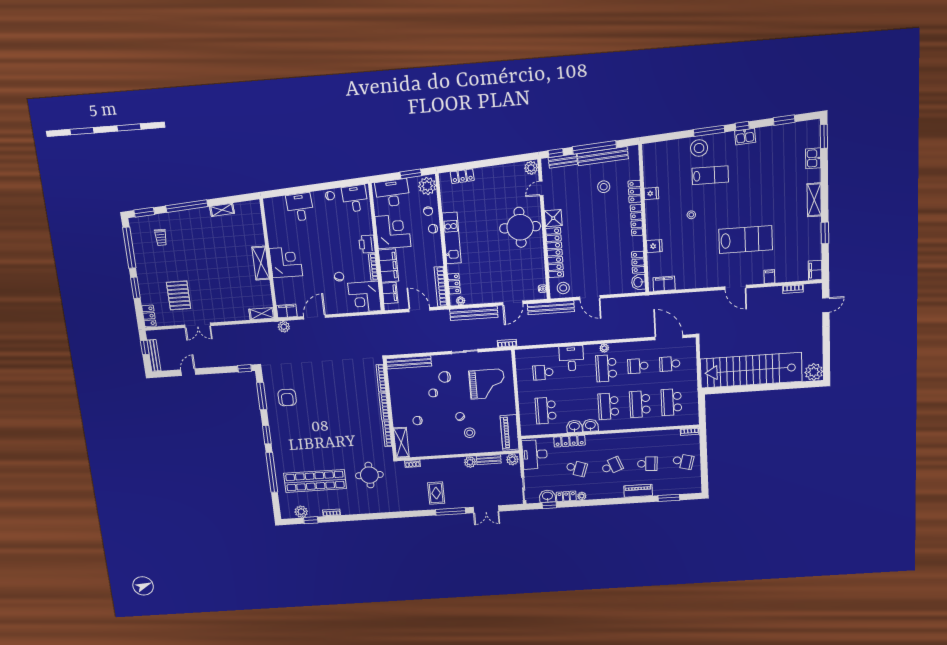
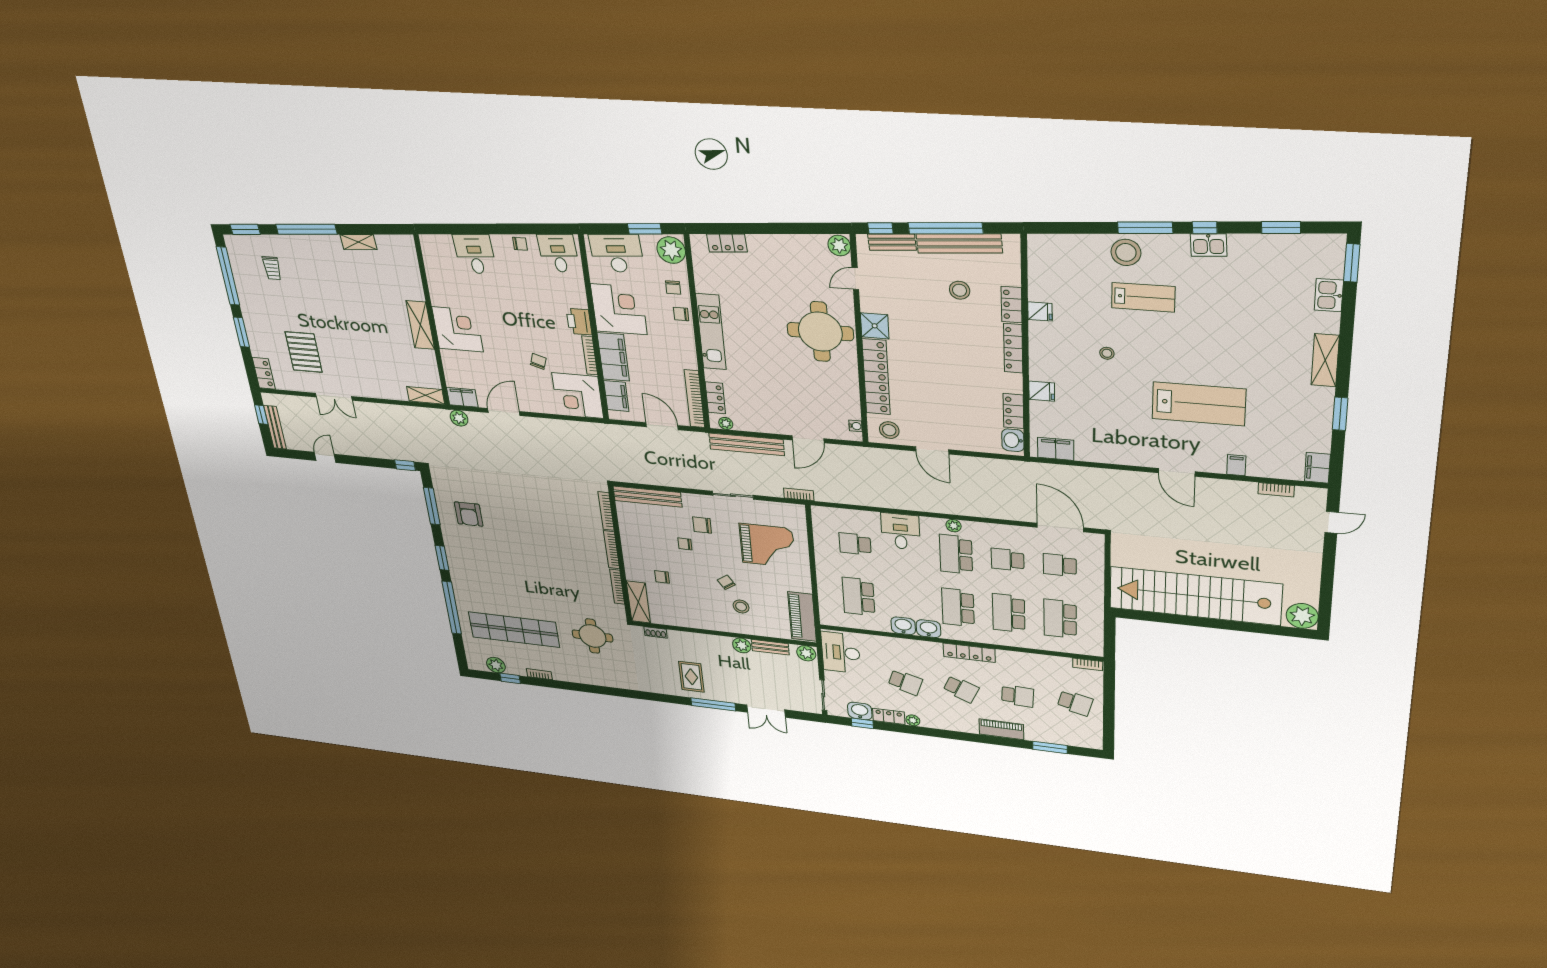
bench: (551, 308) -> (869, 455), removed
locker: (570, 441) -> (969, 653), moved
school desk: (612, 466) -> (961, 689), turned 45

